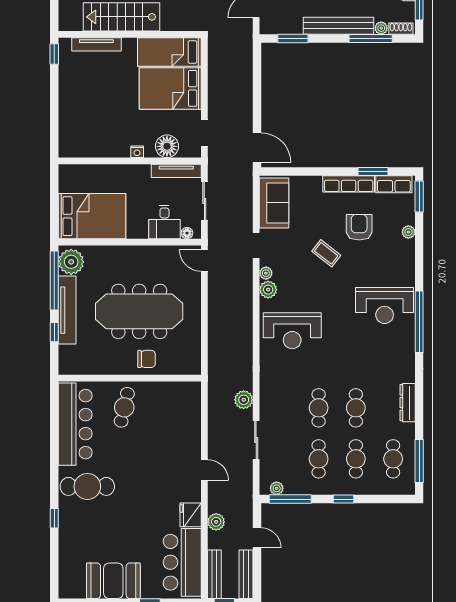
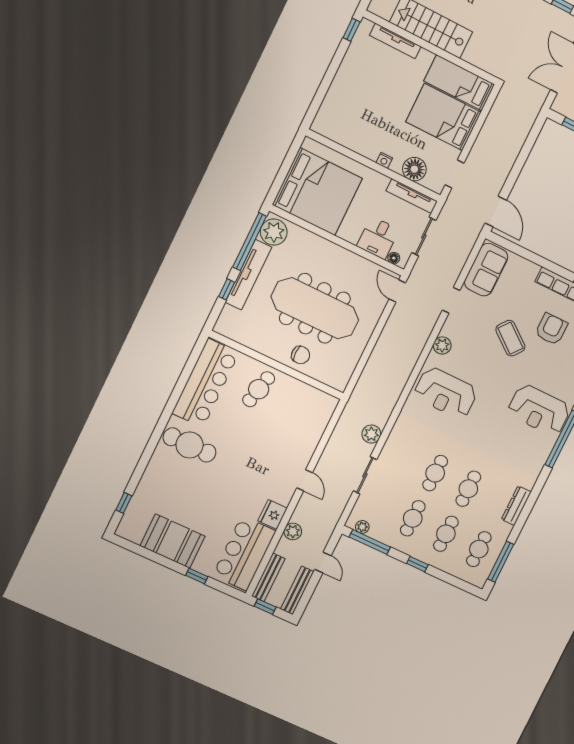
bed: (92, 216) -> (317, 192), width x1.36
coffee table: (326, 253) -> (510, 338), width x1.36, depth x1.30
plant: (266, 273) -> (448, 330), removed
window: (54, 518) -> (124, 503), moved

